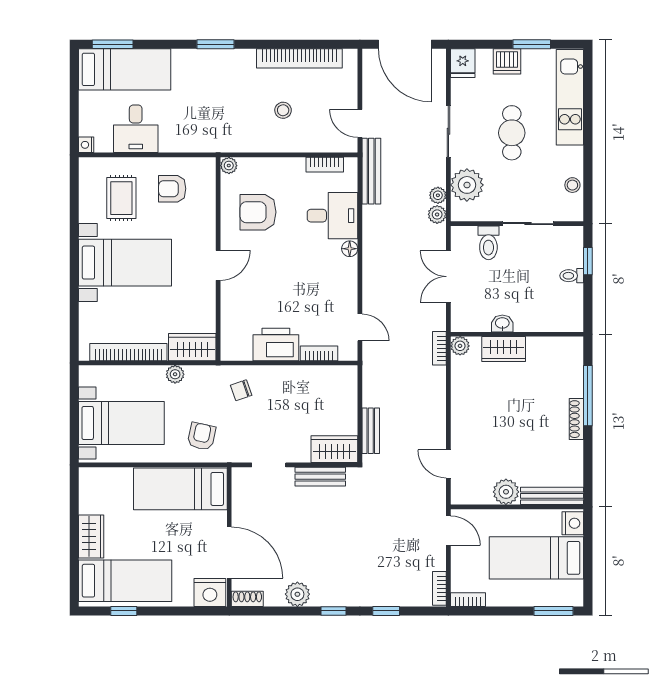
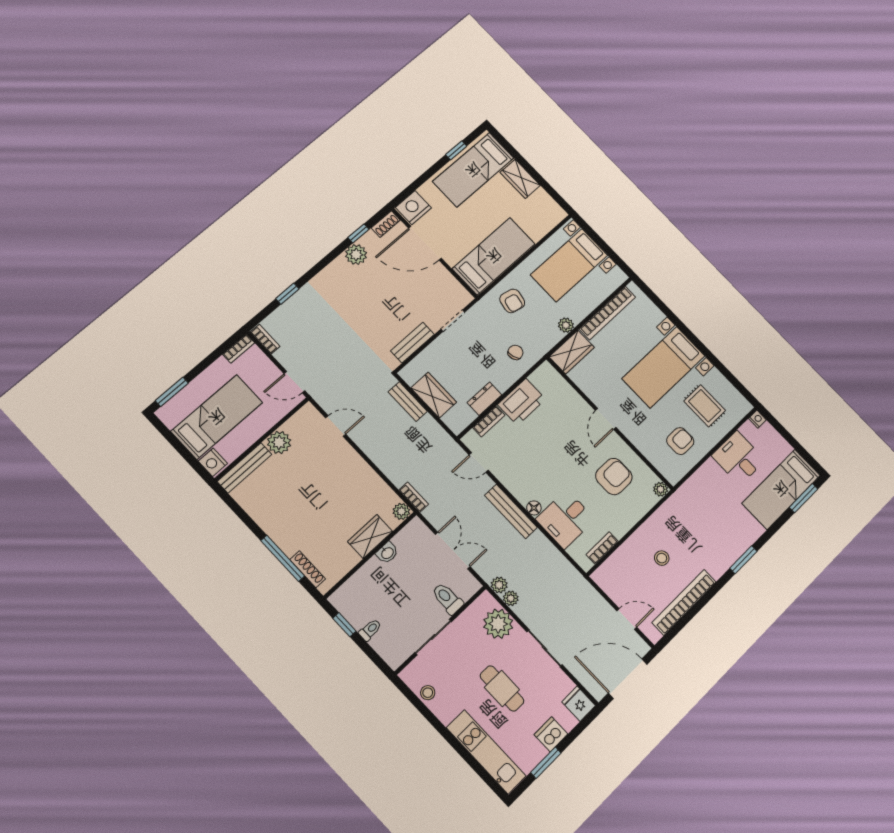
door: (360, 123) -> (627, 619), moved
bench: (371, 171) -> (511, 511), moved
window: (588, 261) -> (344, 625), moved
dresser: (305, 375) -> (484, 399), added
shoe rack: (576, 419) -> (308, 569), moved
wardrobe: (334, 449) -> (434, 395), moved, turned -90
window: (333, 611) -> (358, 233), moved

